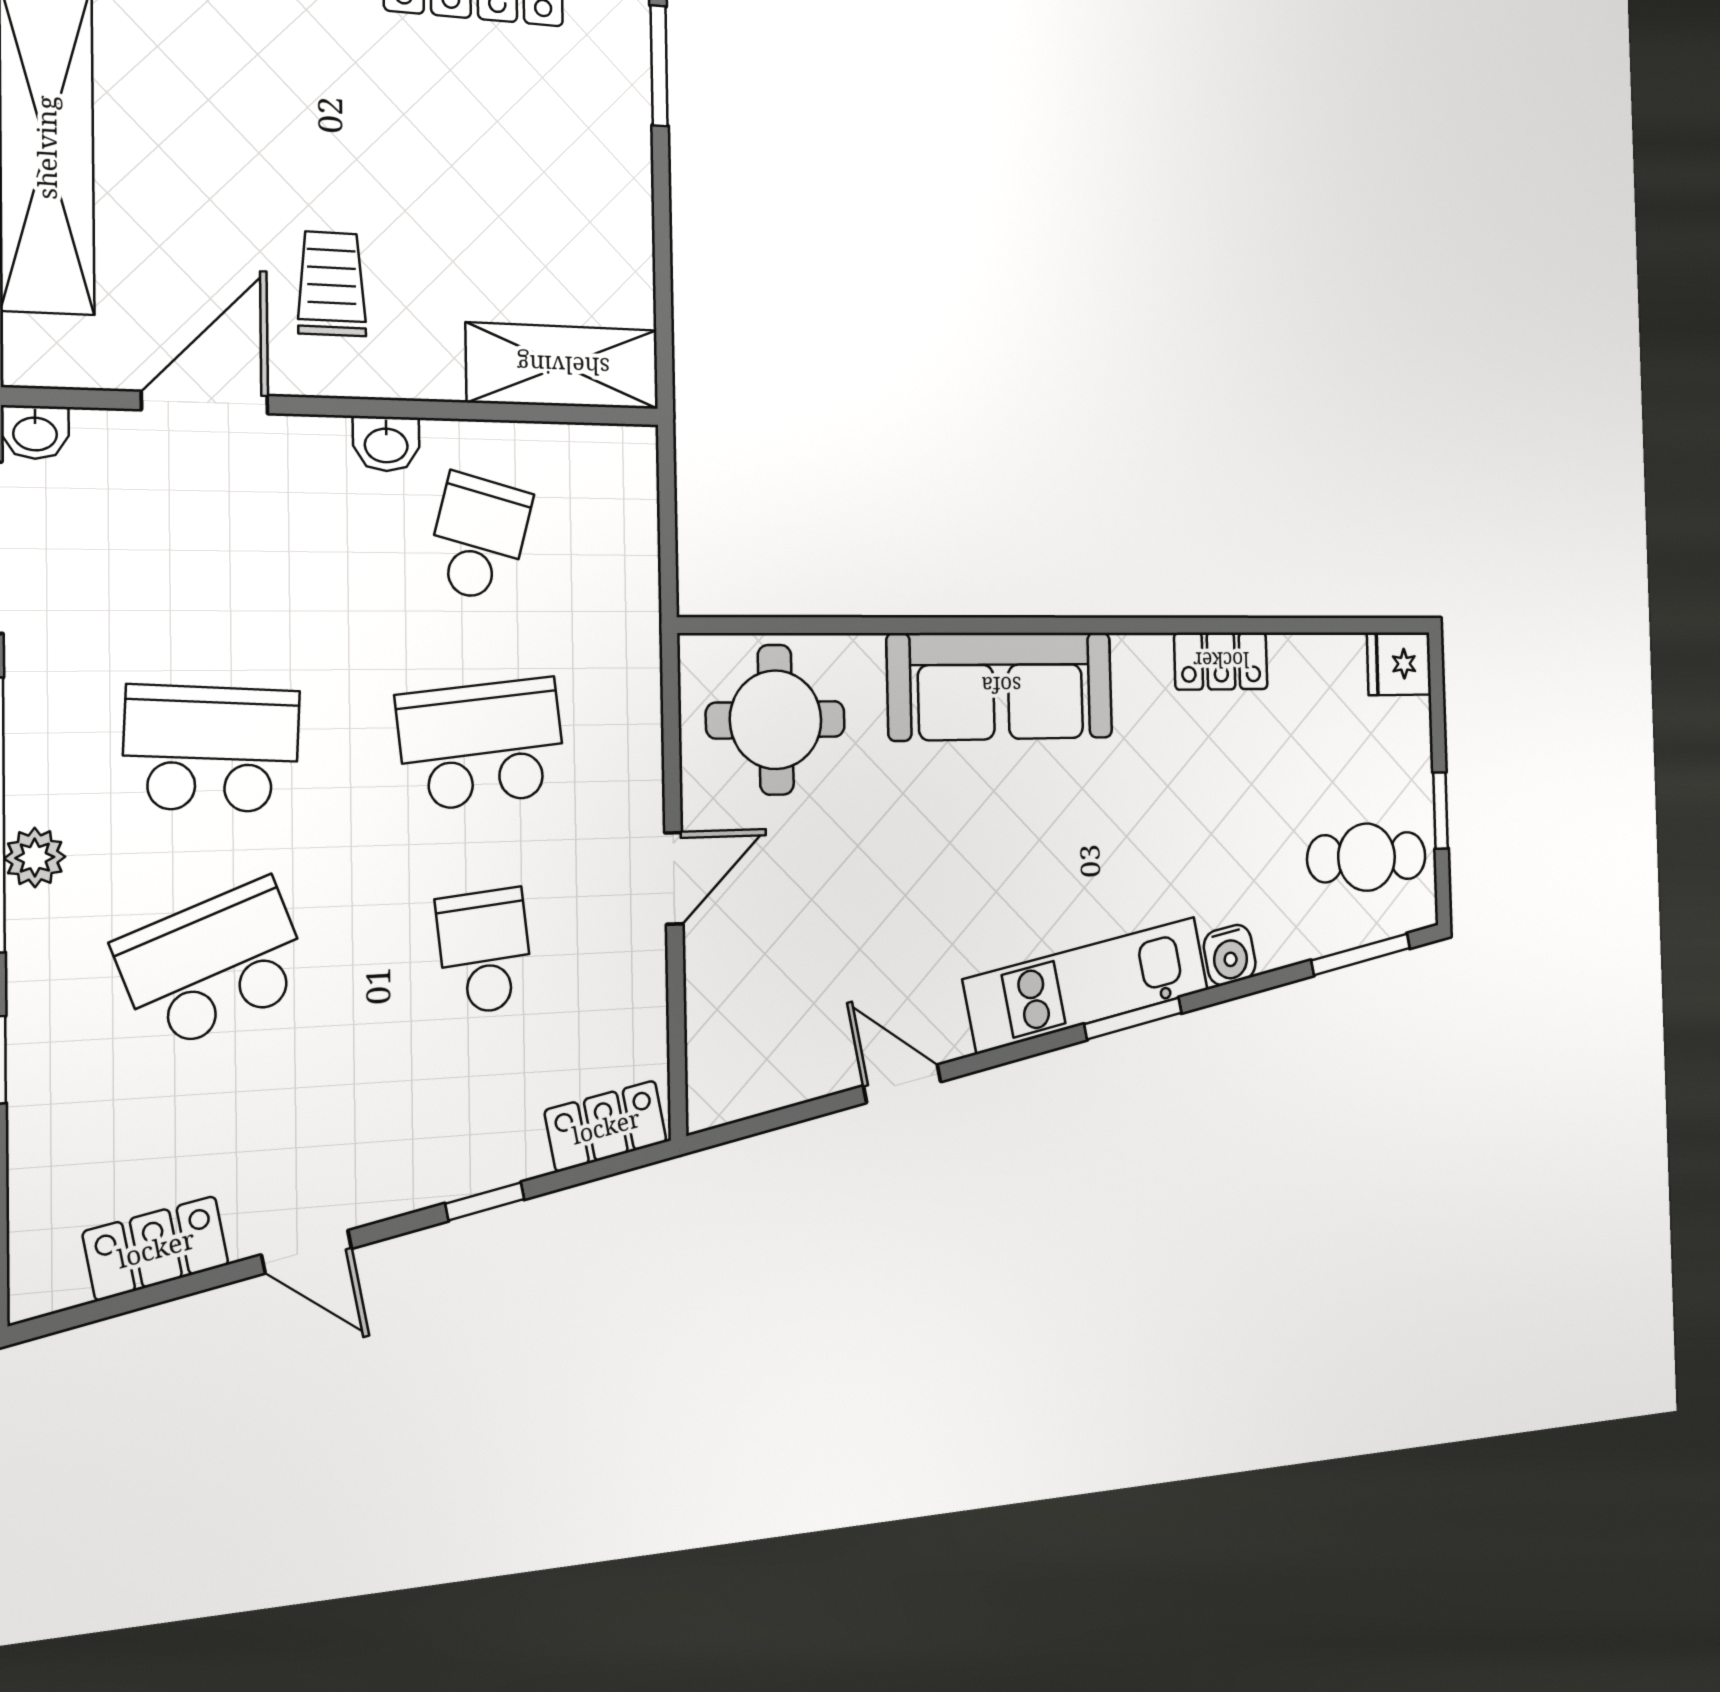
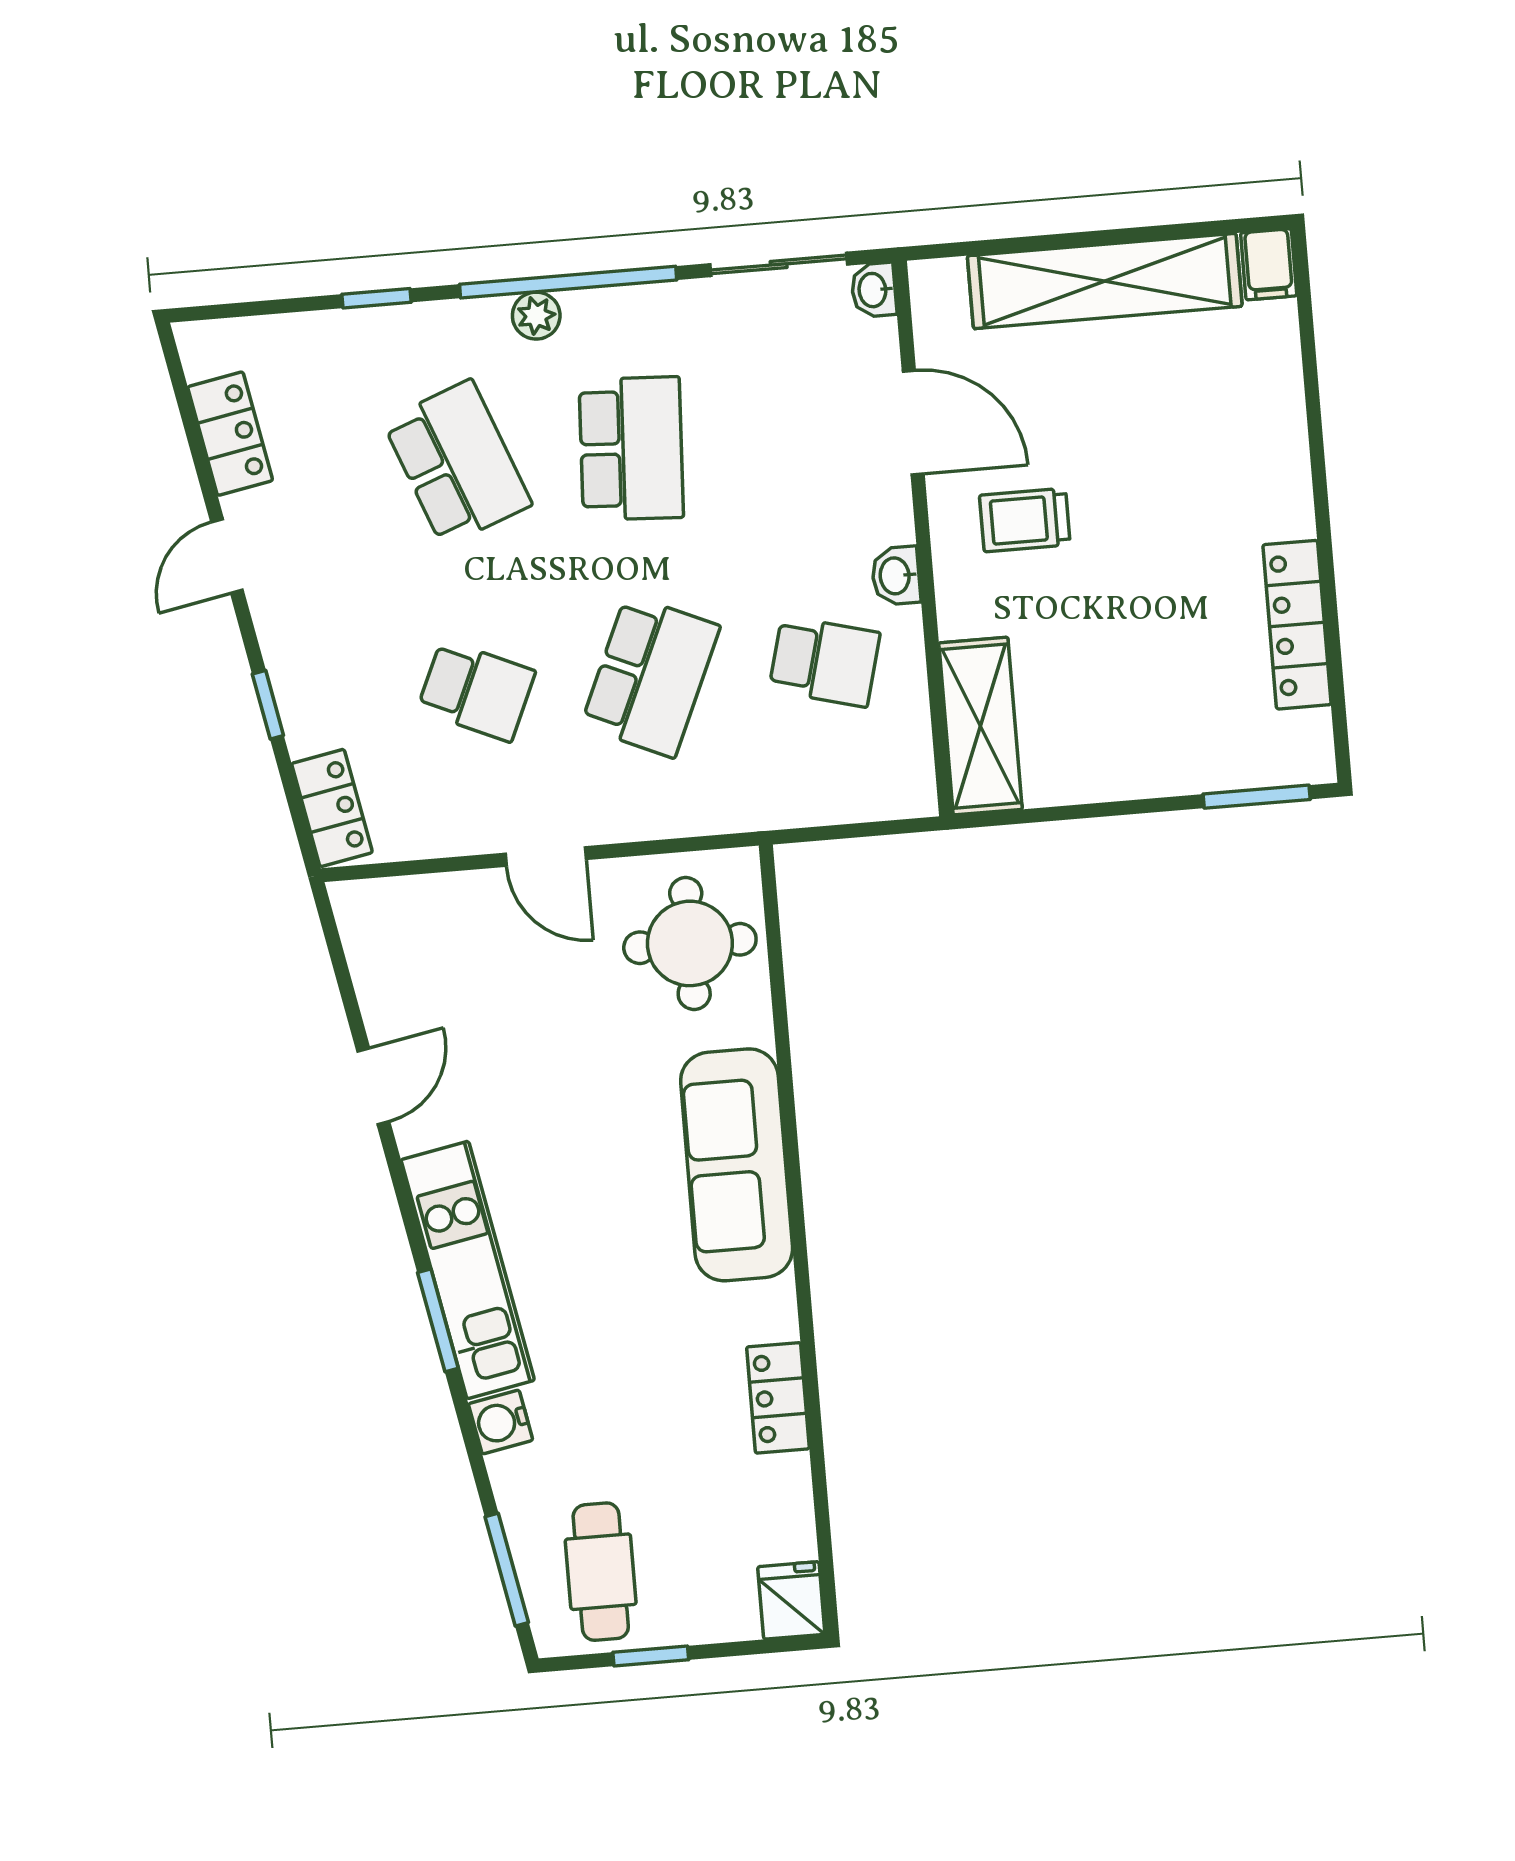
trolley: (332, 284) -> (1025, 520), turned 180
school desk: (482, 744) -> (650, 676), turned 30
school desk: (485, 951) -> (476, 691), turned 30

